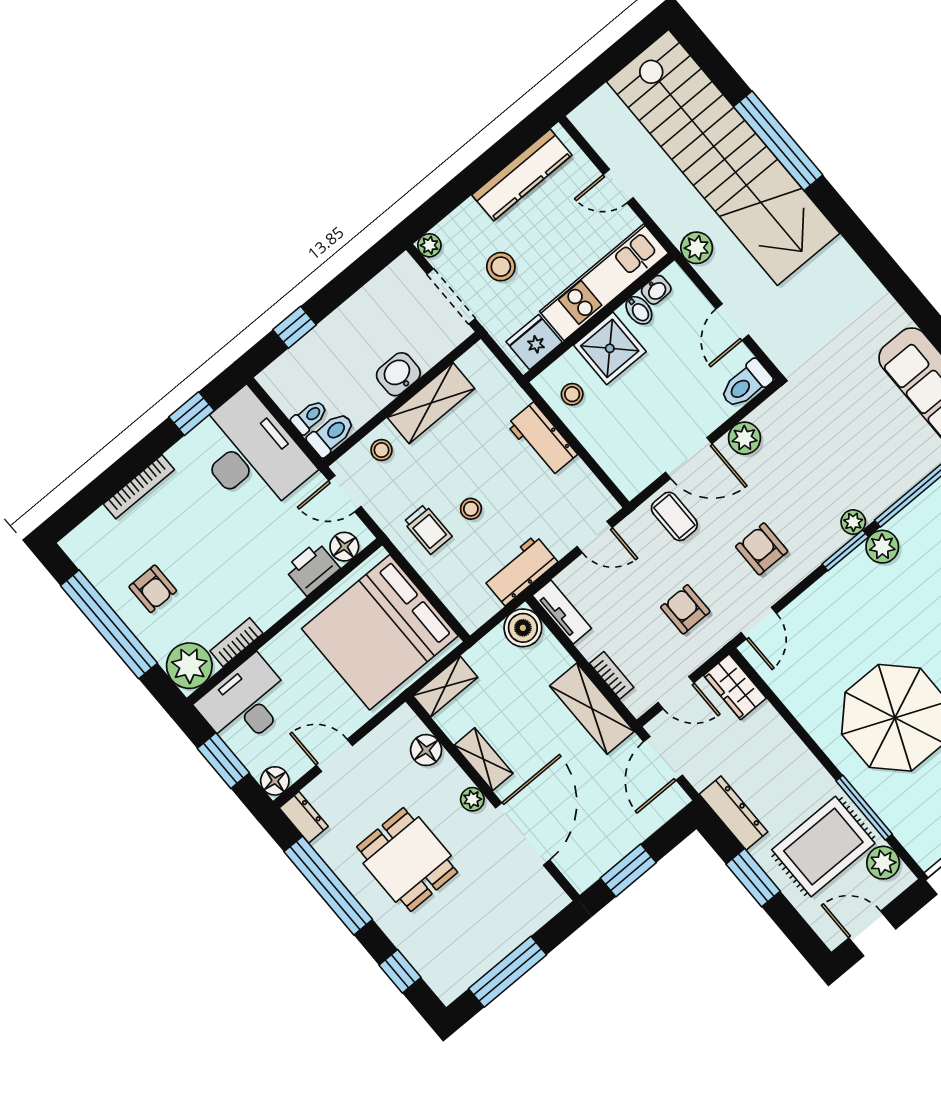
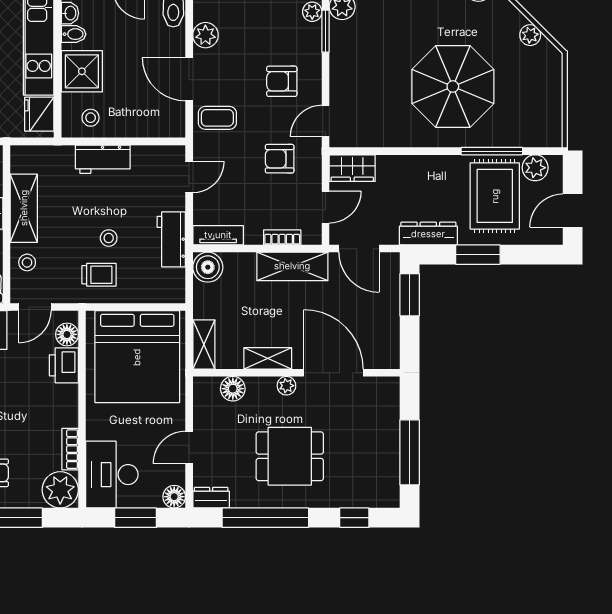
door: (689, 458) -> (189, 79), swing flipped
door: (759, 623) -> (326, 121), swing flipped
window: (628, 870) -> (410, 295), moved

